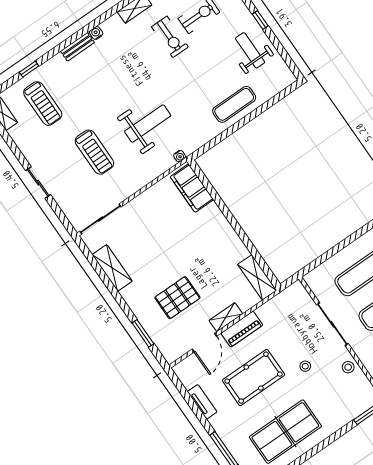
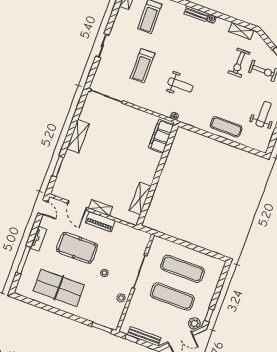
weight bench: (148, 124) -> (180, 85), width x0.73, depth x0.75
shelving: (112, 268) -> (78, 136), moved
shelving: (257, 277) -> (140, 198), moved
pallet: (177, 298) -> (92, 172), removed
door: (204, 343) -> (77, 205), hinge flipped
door: (178, 384) -> (43, 207), added
tv unit: (202, 402) -> (38, 239), moved

